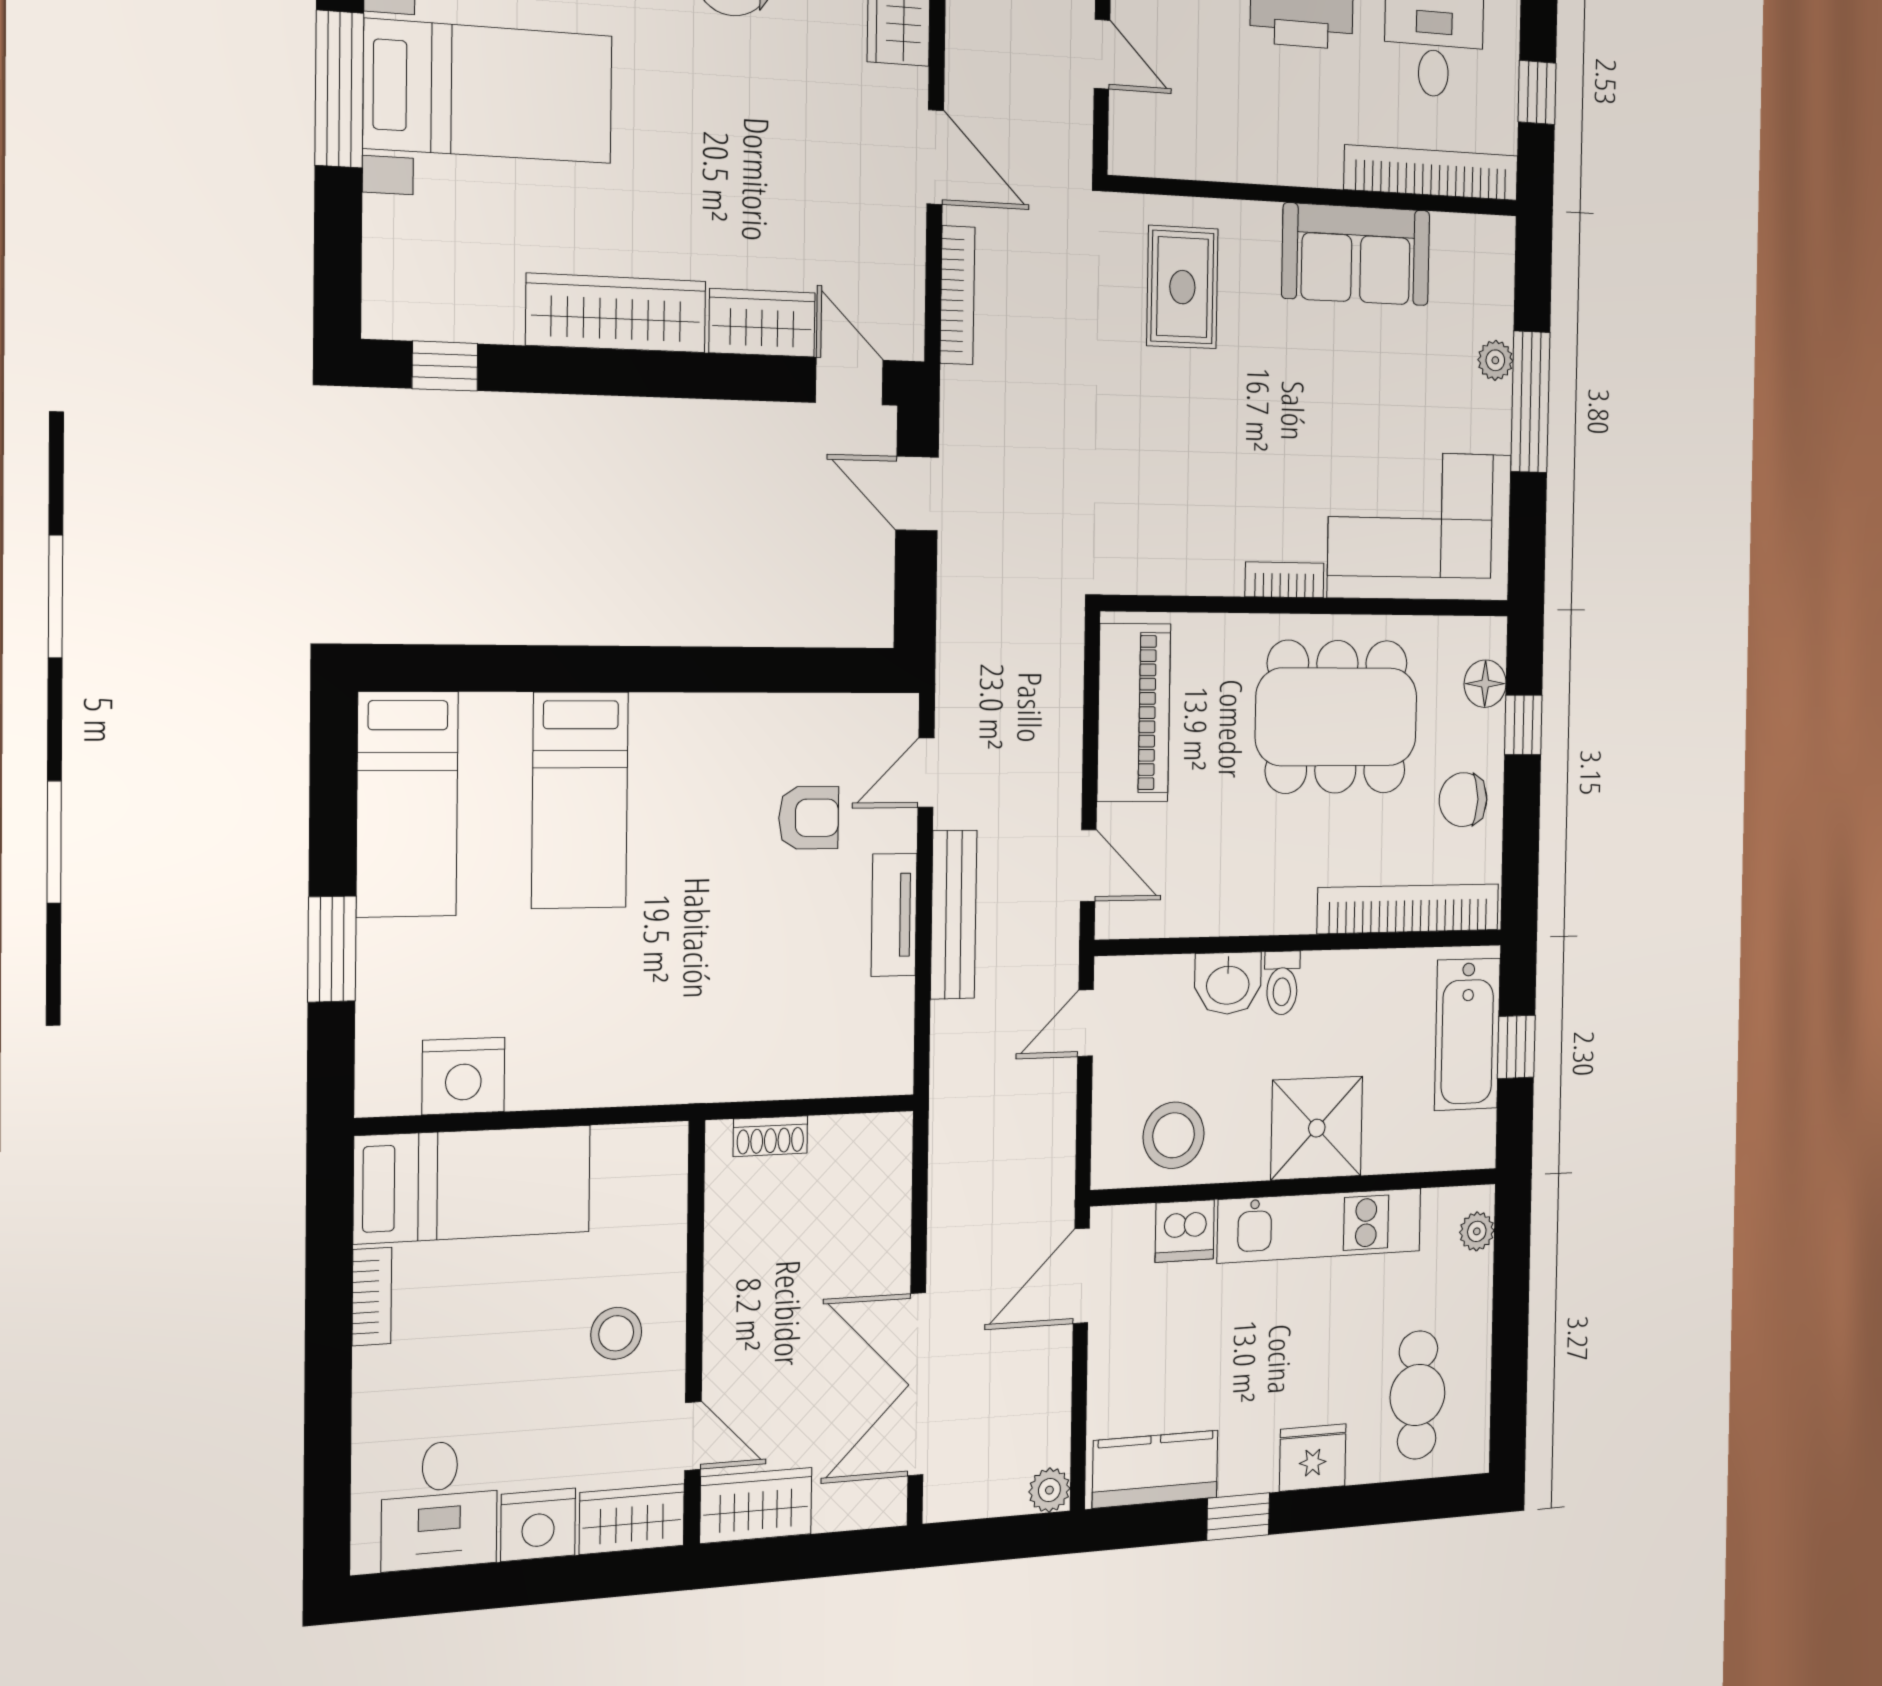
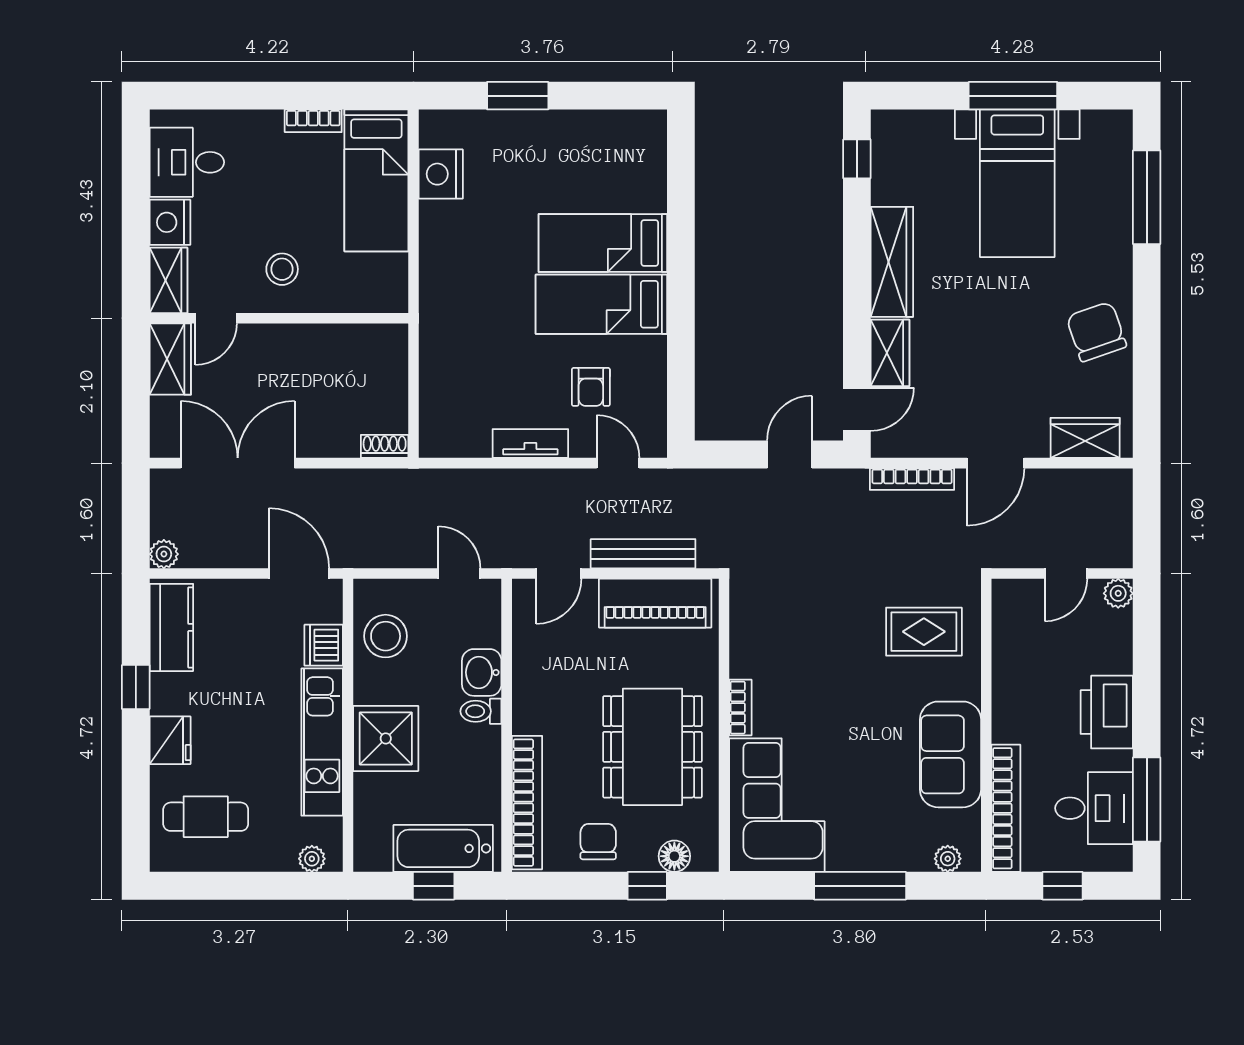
plant: (1495, 360) -> (948, 859), moved
bed: (407, 804) -> (601, 304), moved
bench: (954, 915) -> (643, 554), moved
shoe rack: (770, 1136) -> (385, 446), moved, turned 90

